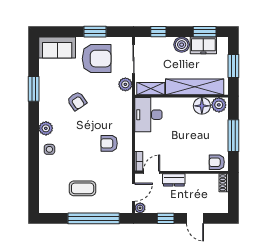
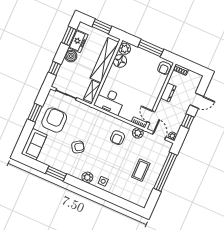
plant: (125, 84) -> (138, 133), moved
dresser: (174, 180) -> (168, 92), moved

